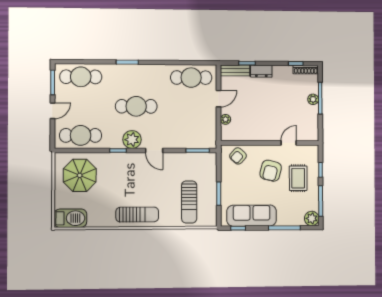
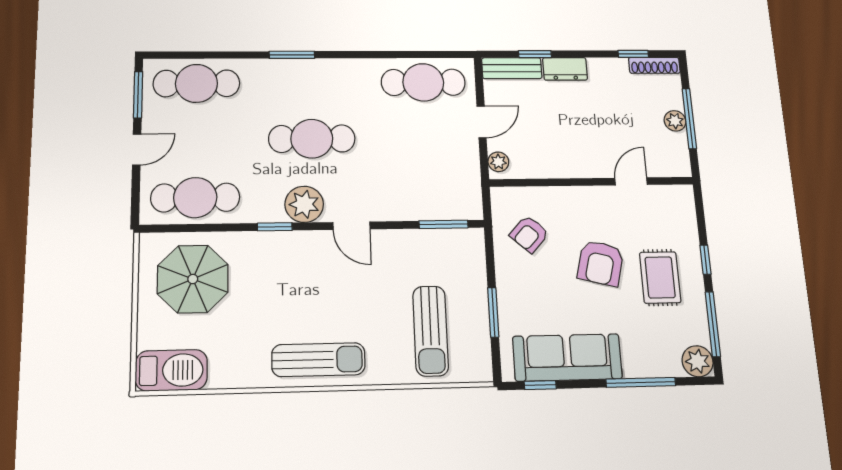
wall: (270, 143) -> (592, 182), moved
door: (289, 143) -> (631, 181), moved

